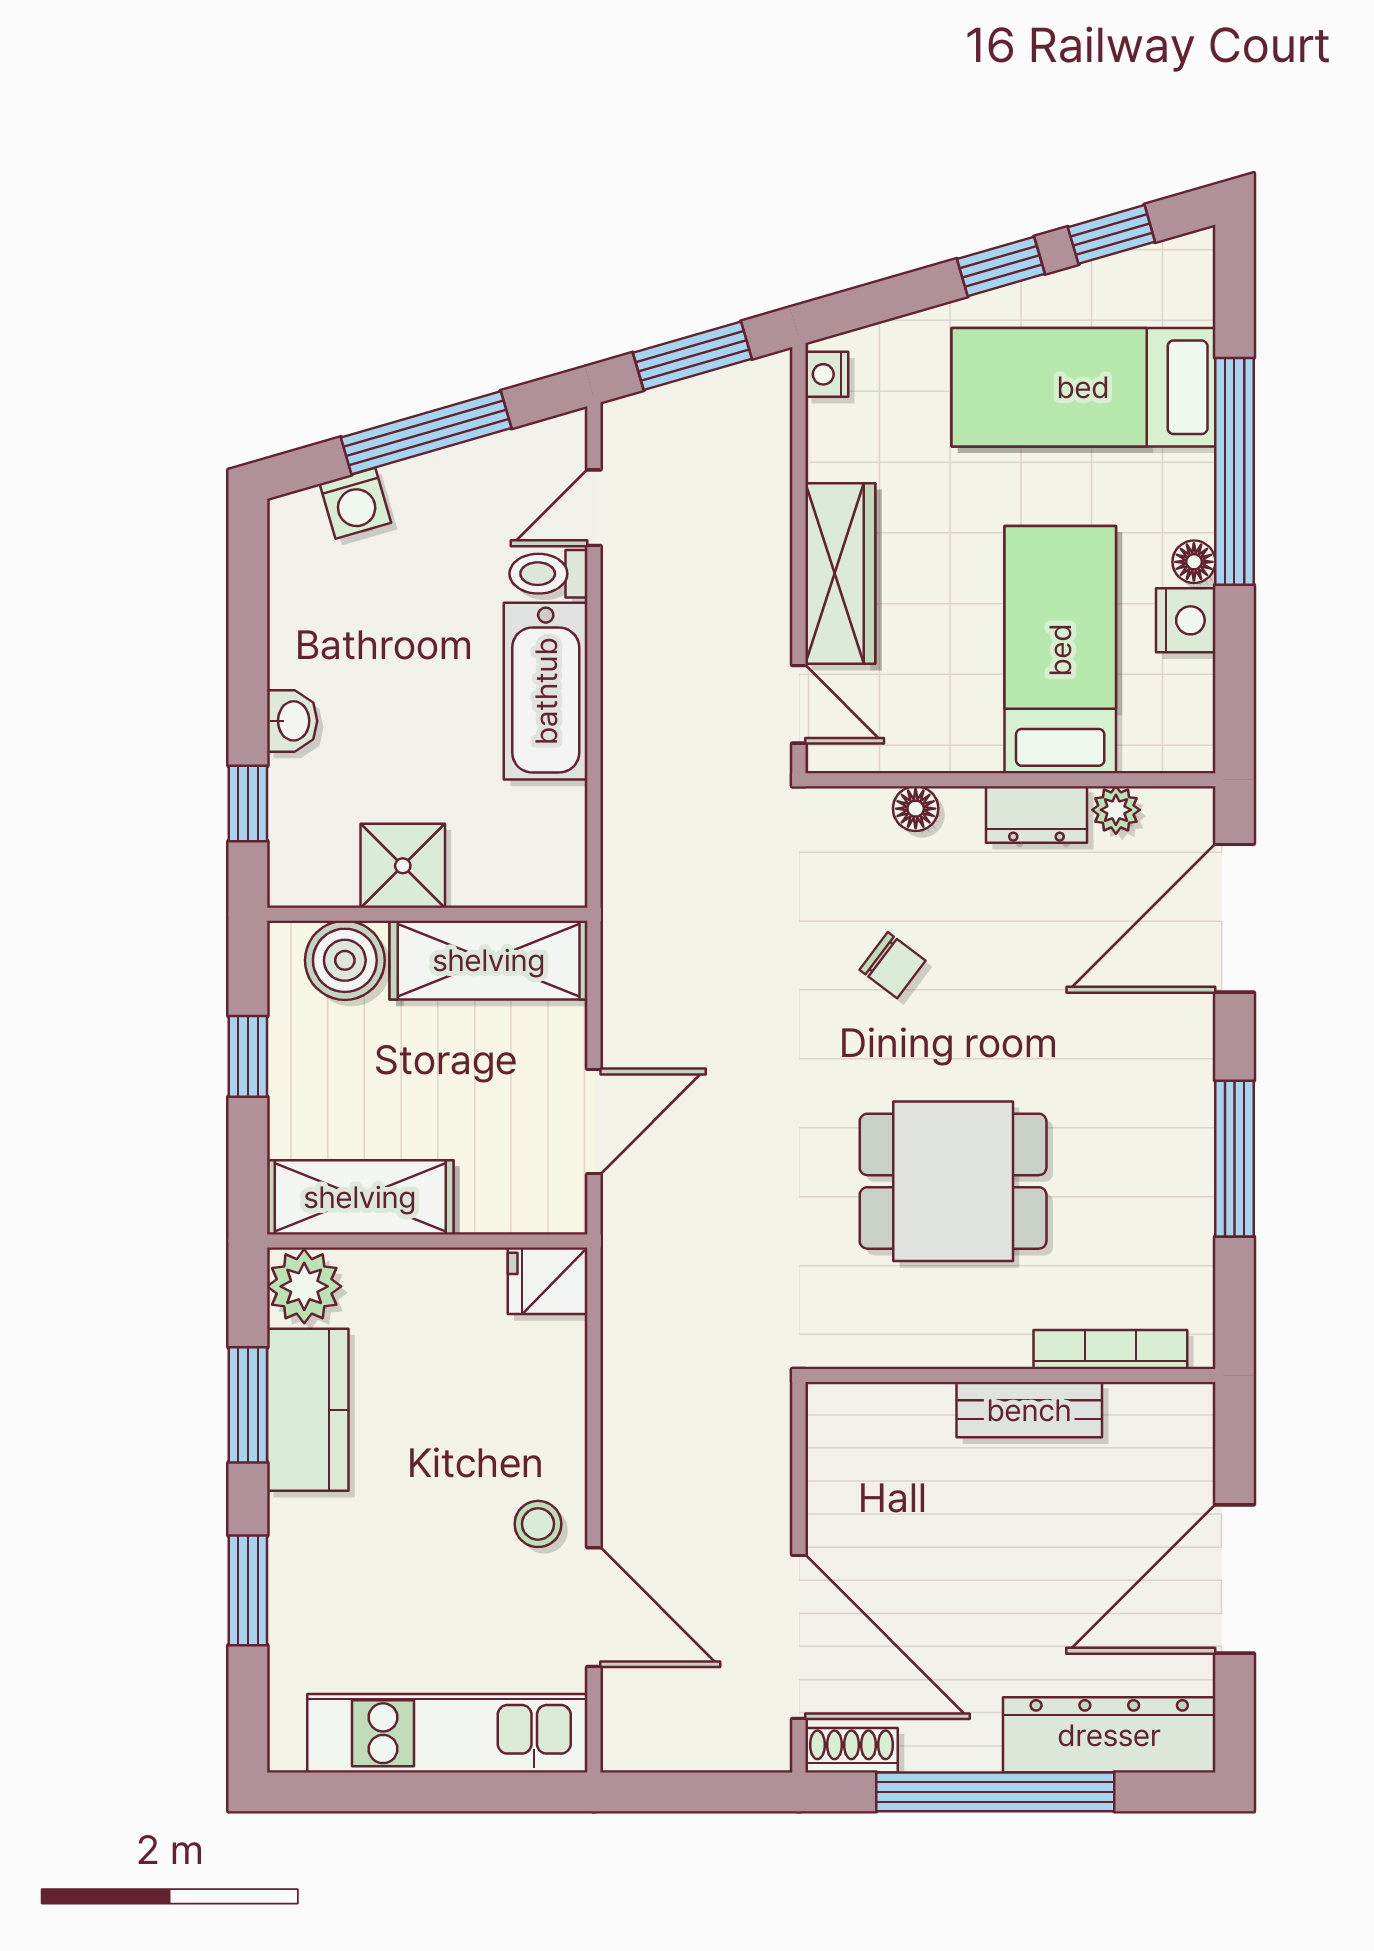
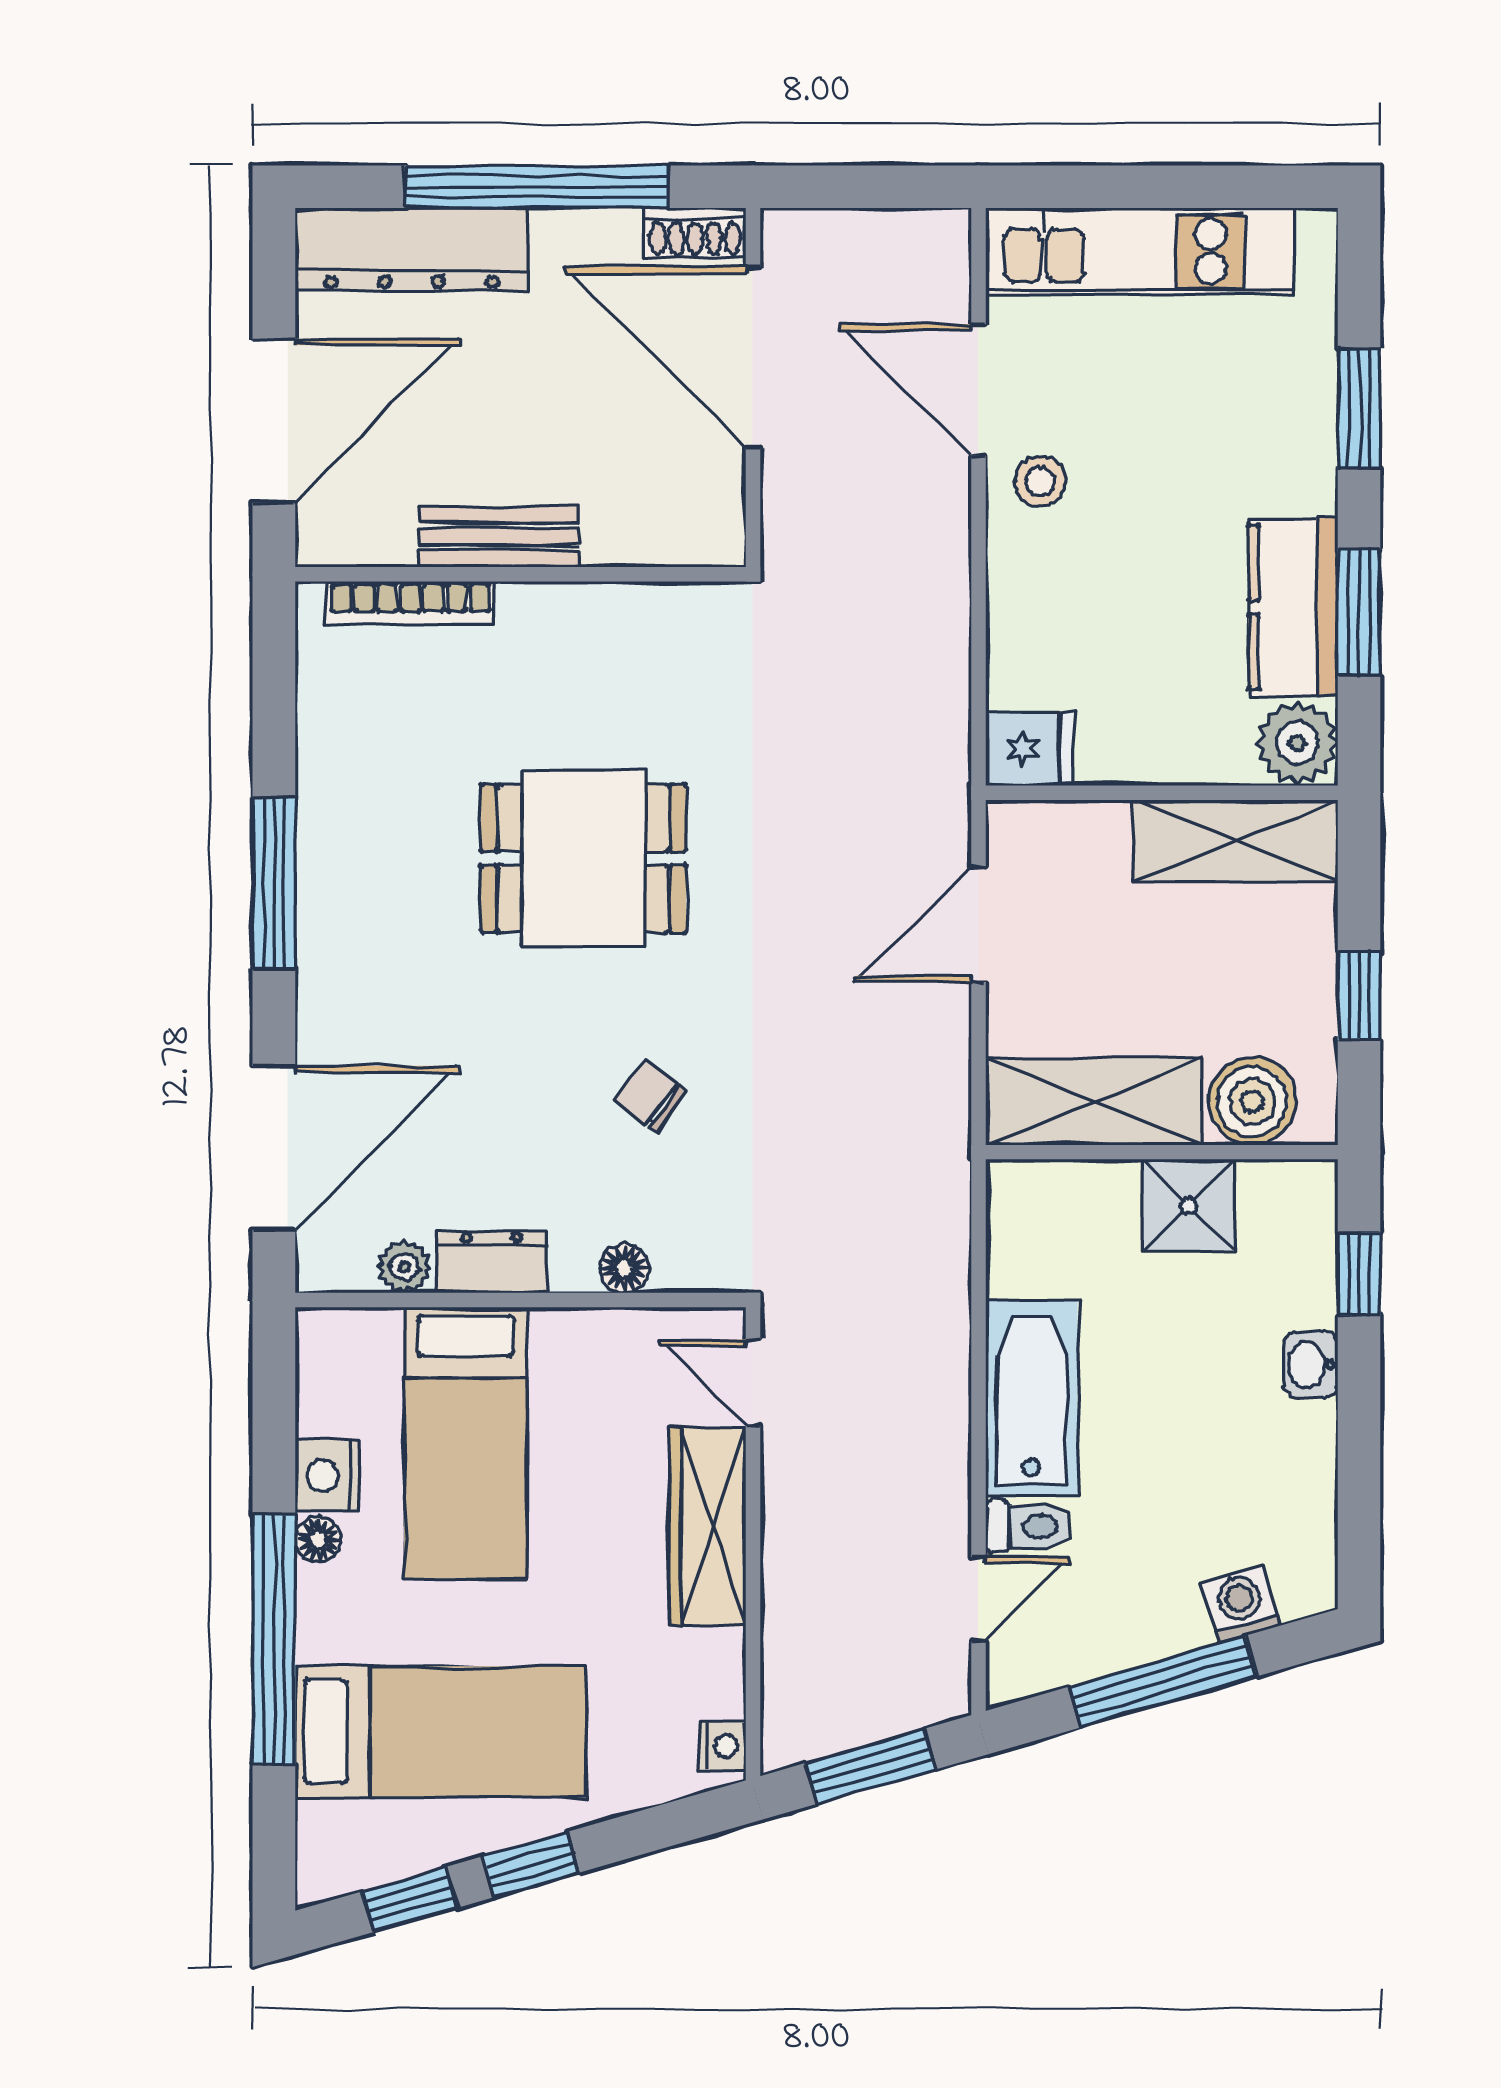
bookcase: (1110, 1349) -> (410, 603), moved
wall: (1010, 1375) -> (520, 574), moved
bench: (1029, 1410) -> (500, 537), moved

